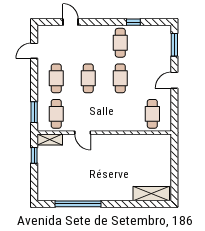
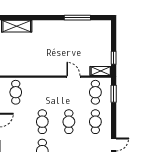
window: (78, 204) -> (77, 18), width x0.68

